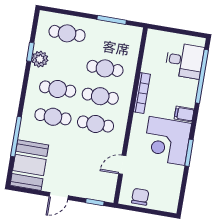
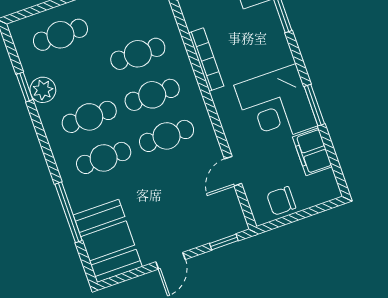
filing cabinet: (184, 114) -> (312, 152), moved, width x2.00
chair: (140, 197) -> (281, 201), turned -90

